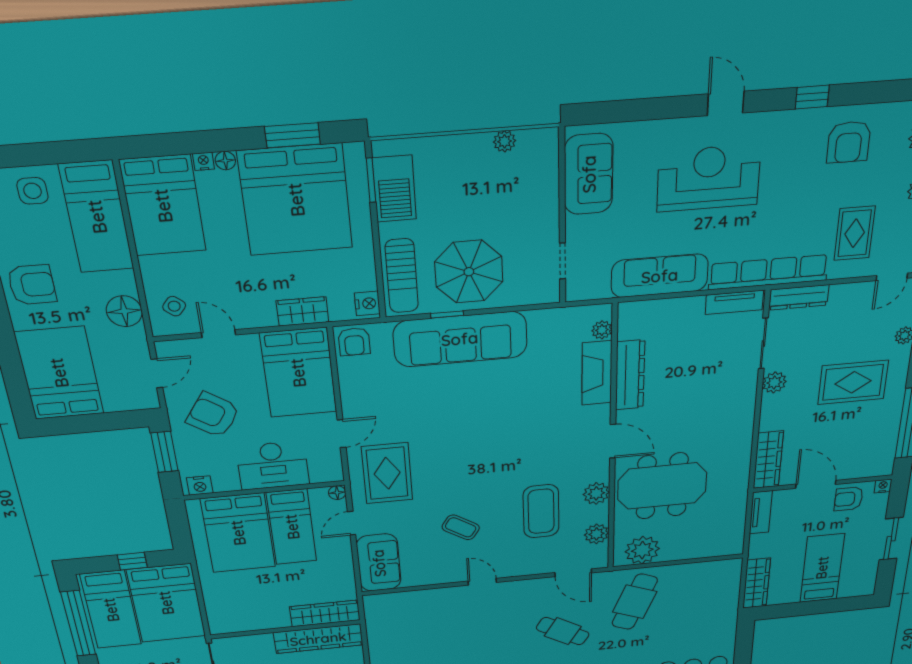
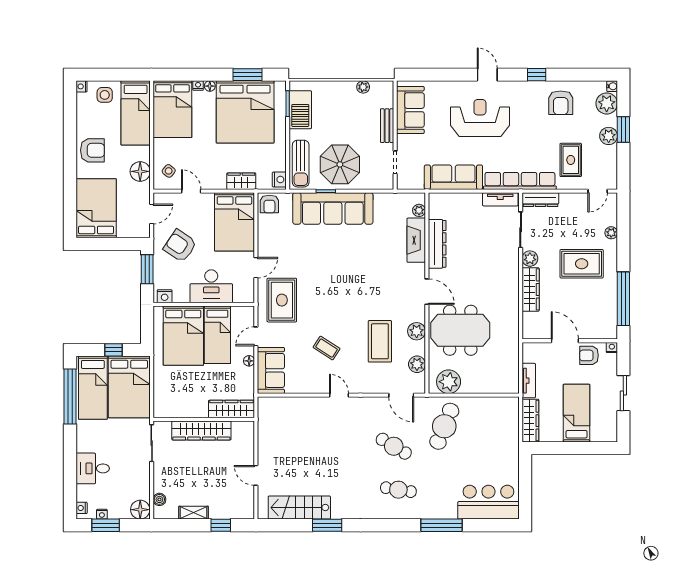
bench: (548, 203) -> (387, 126), added
wardrobe: (768, 460) -> (531, 289), moved
floor lamp: (337, 493) -> (249, 361), moved
tv unit: (761, 512) -> (529, 381), moved
wardrobe: (318, 639) -> (201, 430), moved

